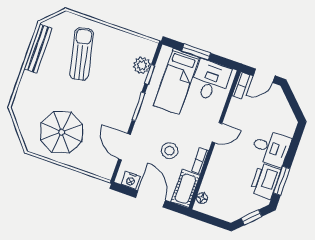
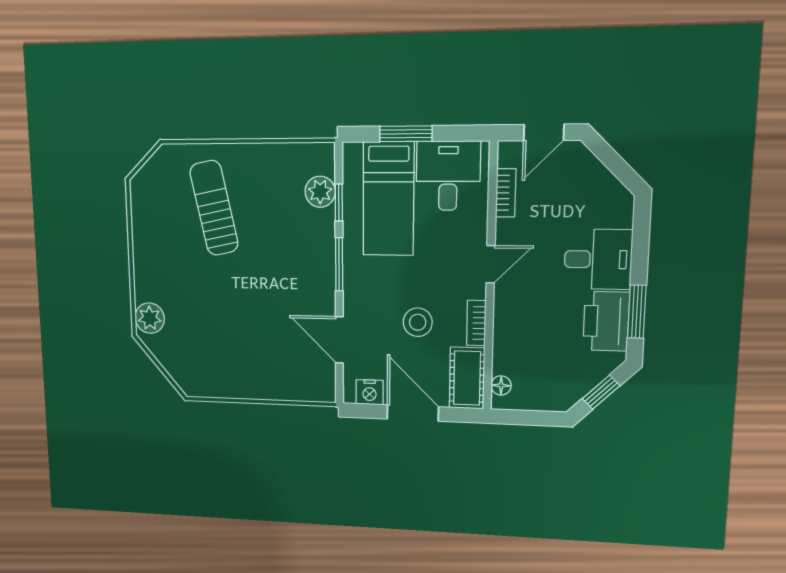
bench: (38, 49) -> (142, 224), removed
bookcase: (241, 85) -> (506, 193), moved
plant: (22, 101) -> (150, 318), added
parasol: (61, 132) -> (229, 349), removed

